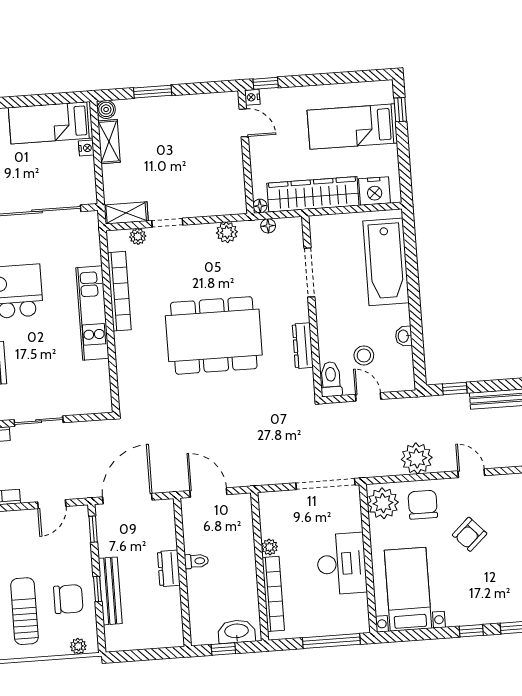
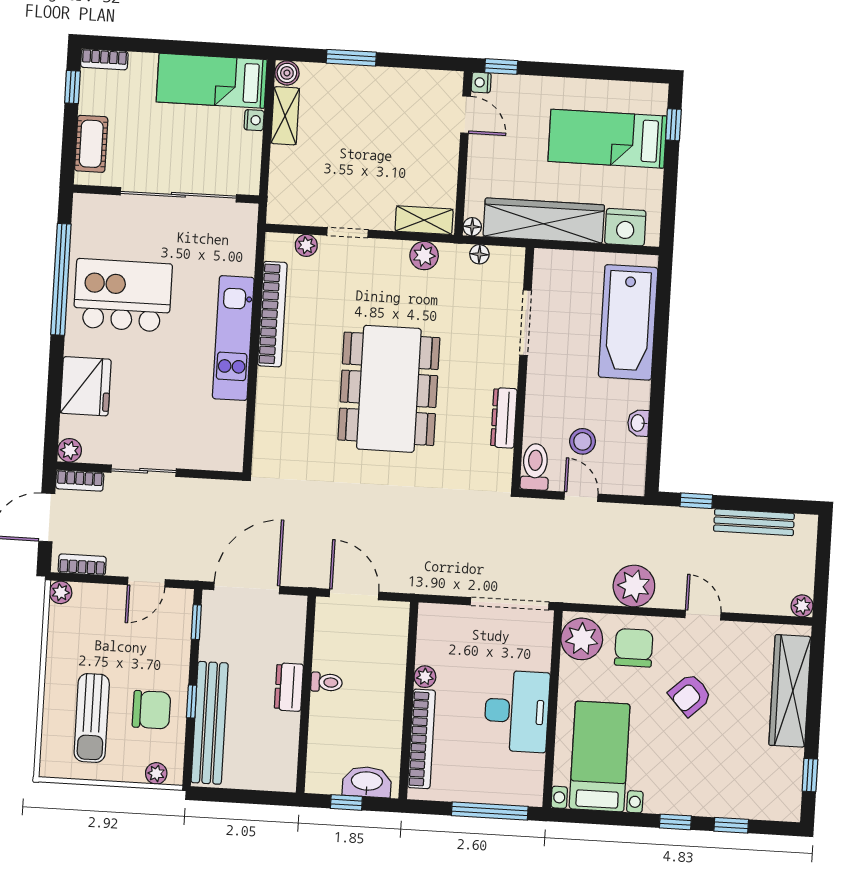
shelving: (126, 213) -> (424, 220), moved
dining table: (214, 335) -> (389, 389), turned 90
bench: (110, 591) -> (210, 723), width x1.37, depth x1.21
sun lounger: (24, 611) -> (92, 718), turned 180

